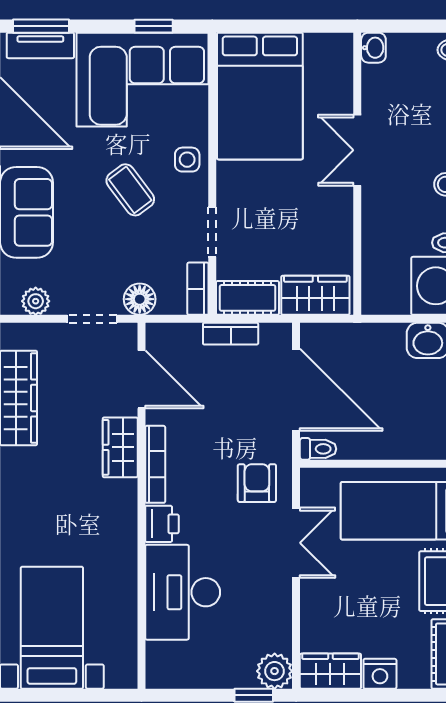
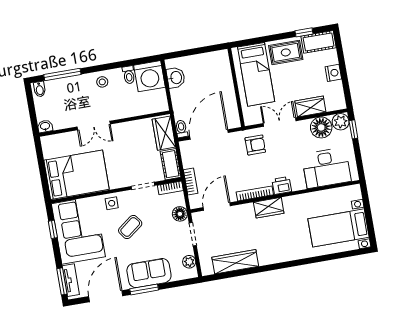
bookcase: (231, 334) -> (191, 182), moved
wardrobe: (120, 447) -> (269, 208), moved
toilet: (318, 449) -> (181, 129), moved
armchair: (257, 483) -> (255, 145), turned 180
desk: (183, 592) -> (326, 168), moved
floor lamp: (270, 628) -> (321, 127), added
wardrobe: (330, 671) -> (310, 106), moved, turned 90

